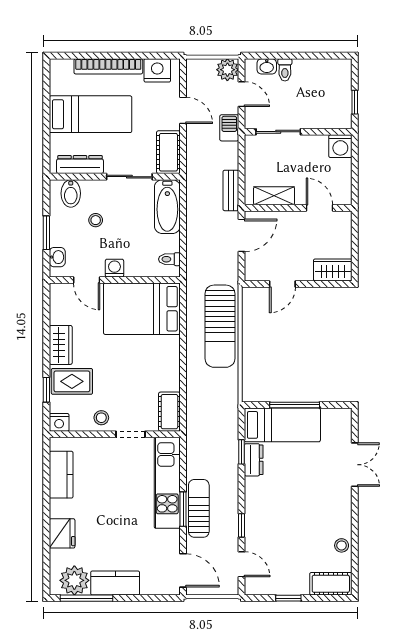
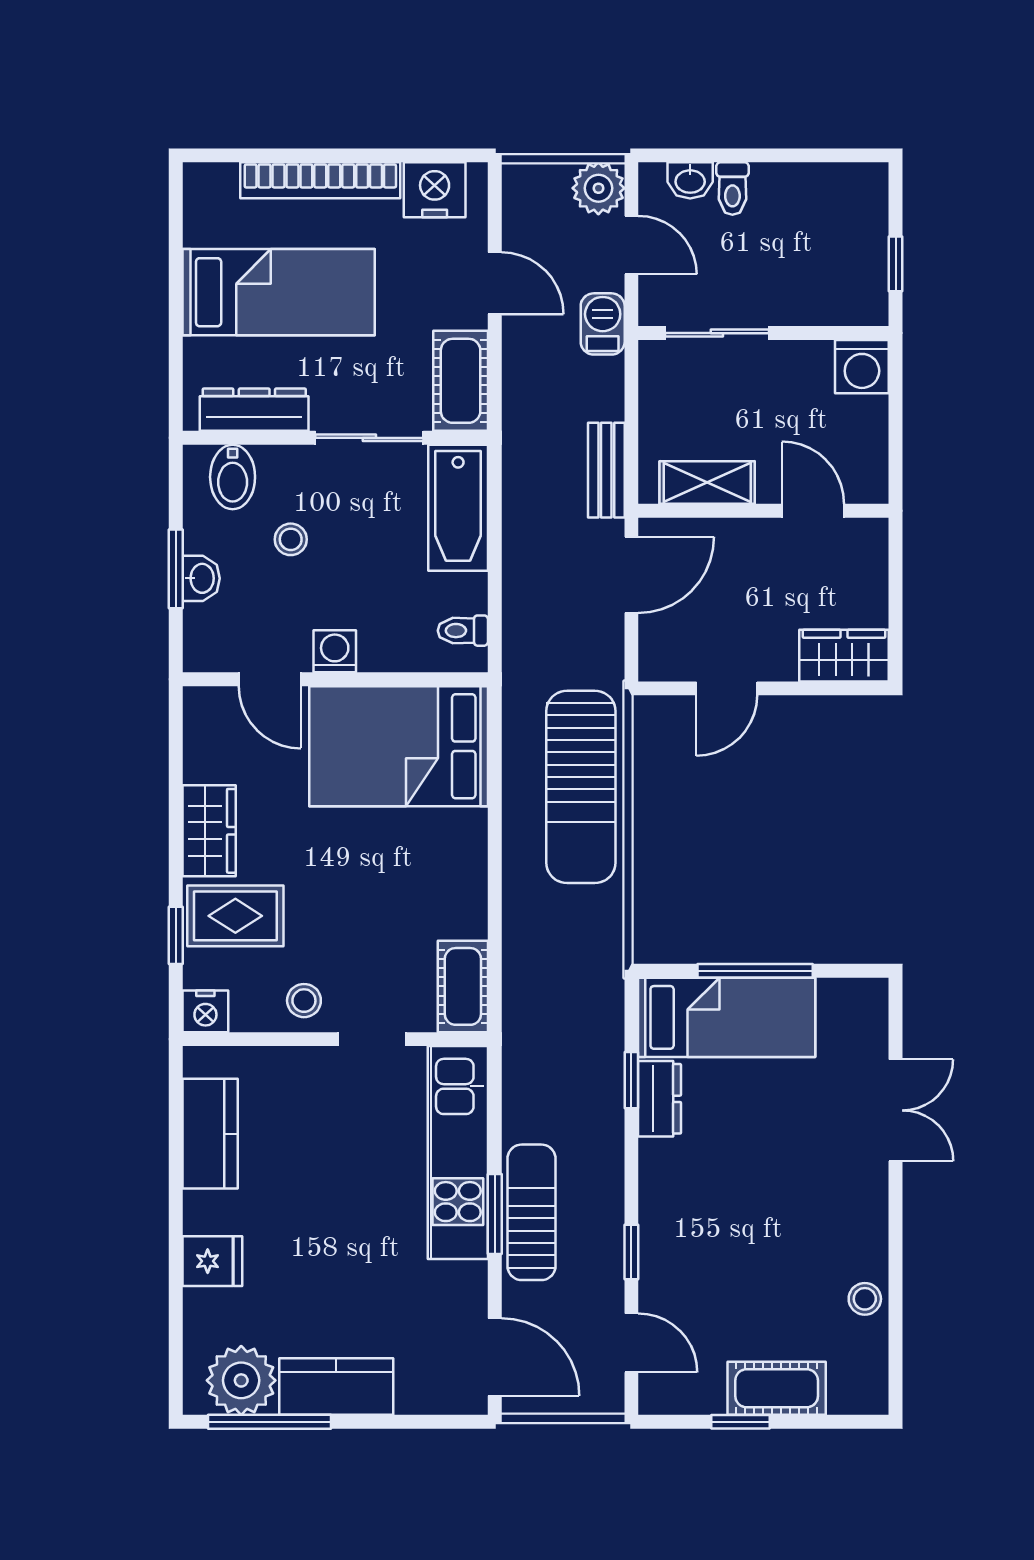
washbasin: (57, 257) -> (201, 578), moved
fridge: (62, 533) -> (212, 1261), width x0.72
cot: (331, 584) -> (777, 1388), moved

